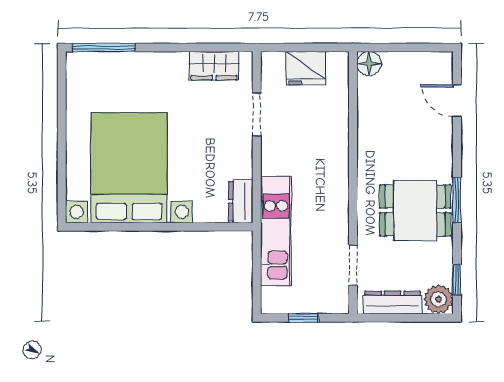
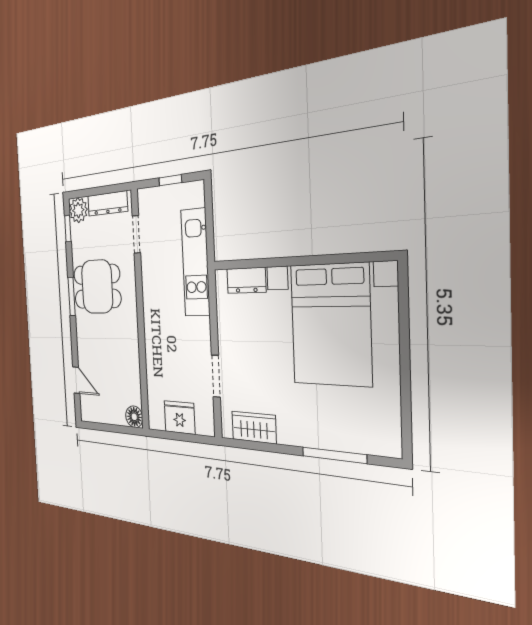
window: (104, 47) -> (334, 455), moved
dresser: (241, 201) -> (246, 280), moved, turned 90

